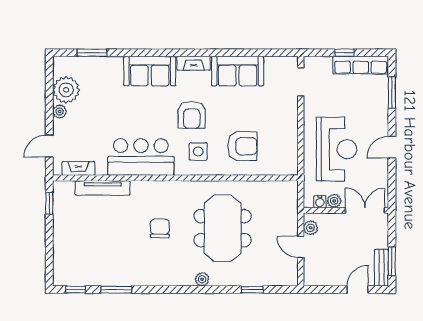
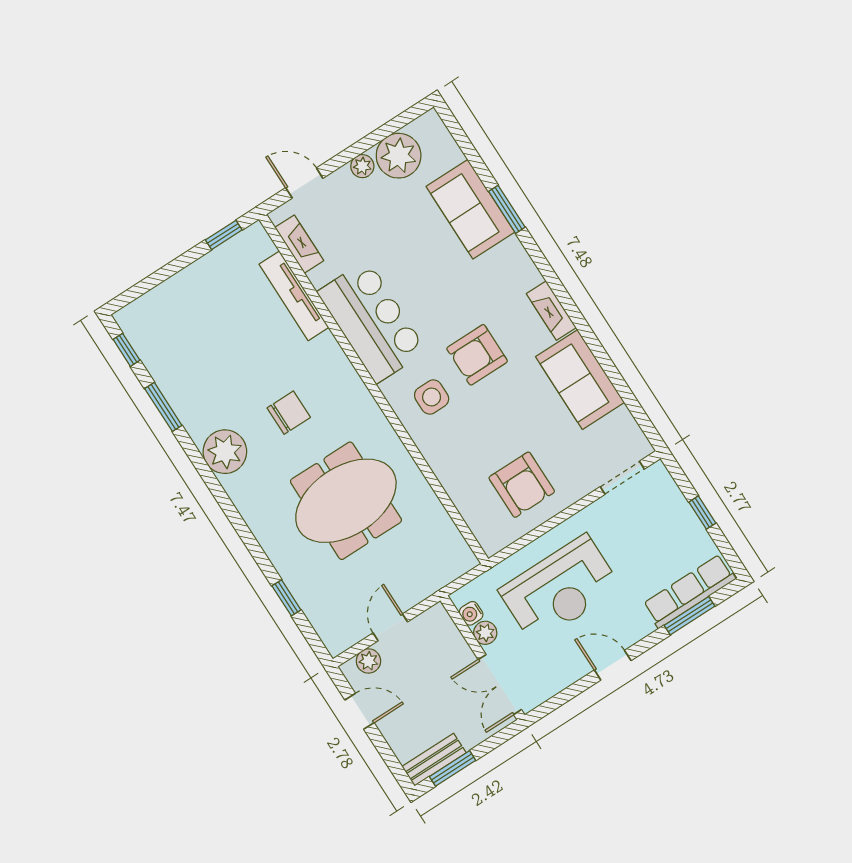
window: (92, 53) -> (507, 209), moved
row of seats: (361, 65) -> (689, 591), moved, turned 90
sofa: (150, 71) -> (470, 209), moved
armchair: (242, 146) -> (522, 485), moved
double door: (365, 210) -> (500, 685), swing flipped
plant: (311, 228) -> (368, 661), moved
plant: (202, 279) -> (225, 452), moved, width x1.88, depth x1.88
door: (358, 290) -> (359, 711), moved

